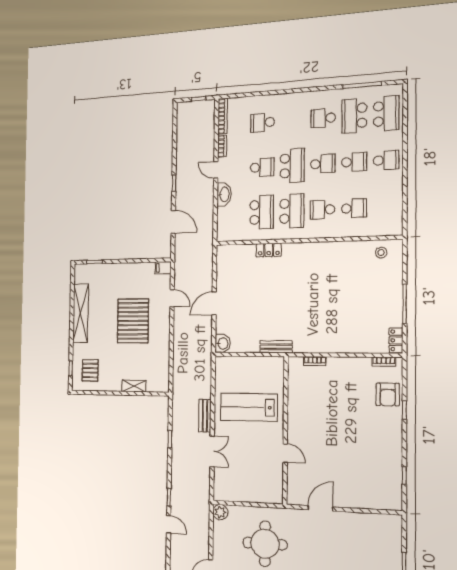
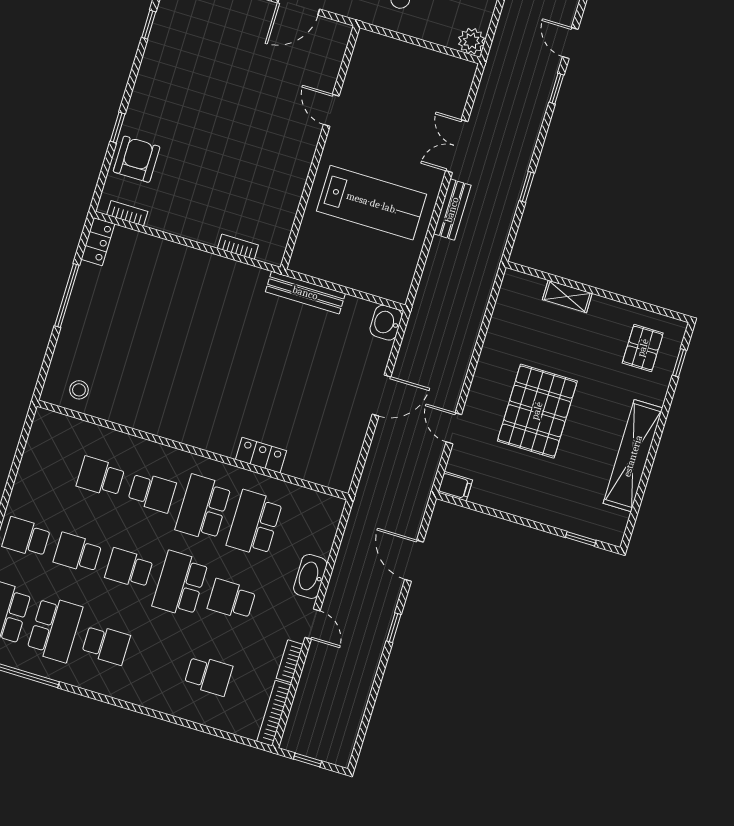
bench: (276, 347) -> (305, 293), width x1.36

